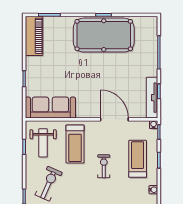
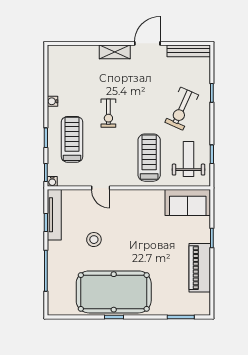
piano: (34, 36) -> (200, 268), moved
stool: (120, 78) -> (94, 240), added
sofa: (50, 108) -> (188, 202), width x0.73
door: (114, 119) -> (101, 188), width x0.53
treadmill: (138, 159) -> (72, 139), turned 180
exercise bike: (104, 166) -> (108, 113), moved

